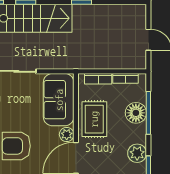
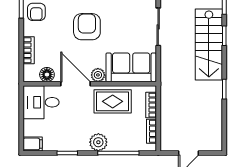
floor lamp: (136, 113) -> (119, 141), removed
plant: (137, 153) -> (98, 142), moved

